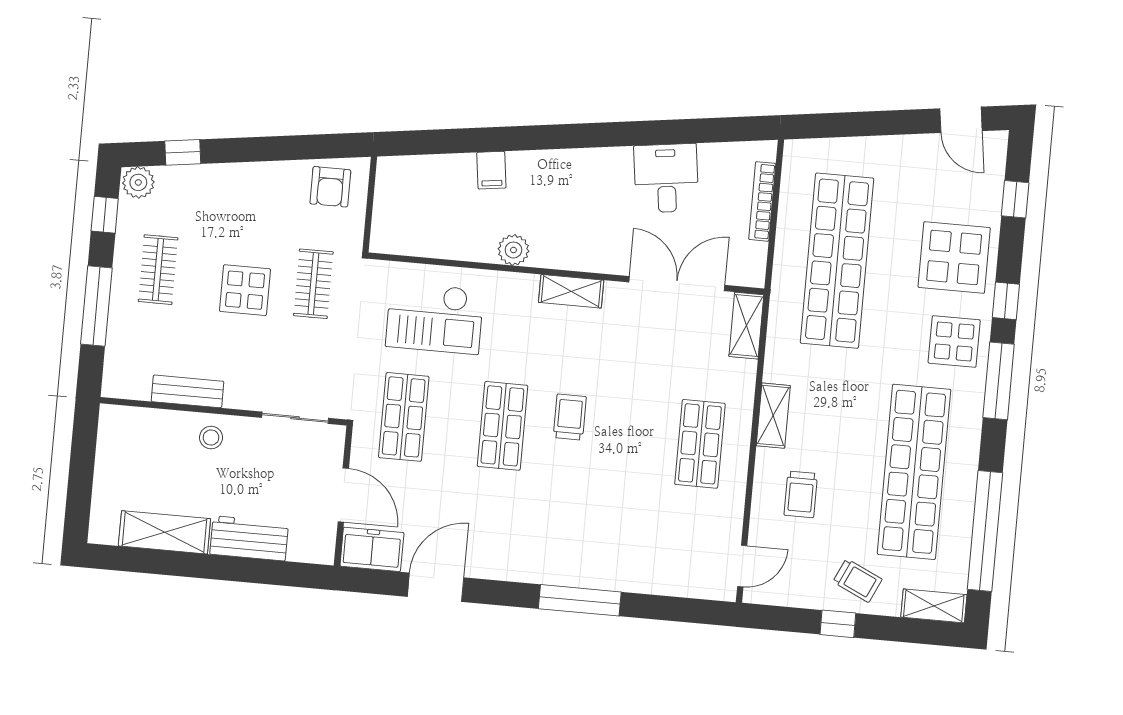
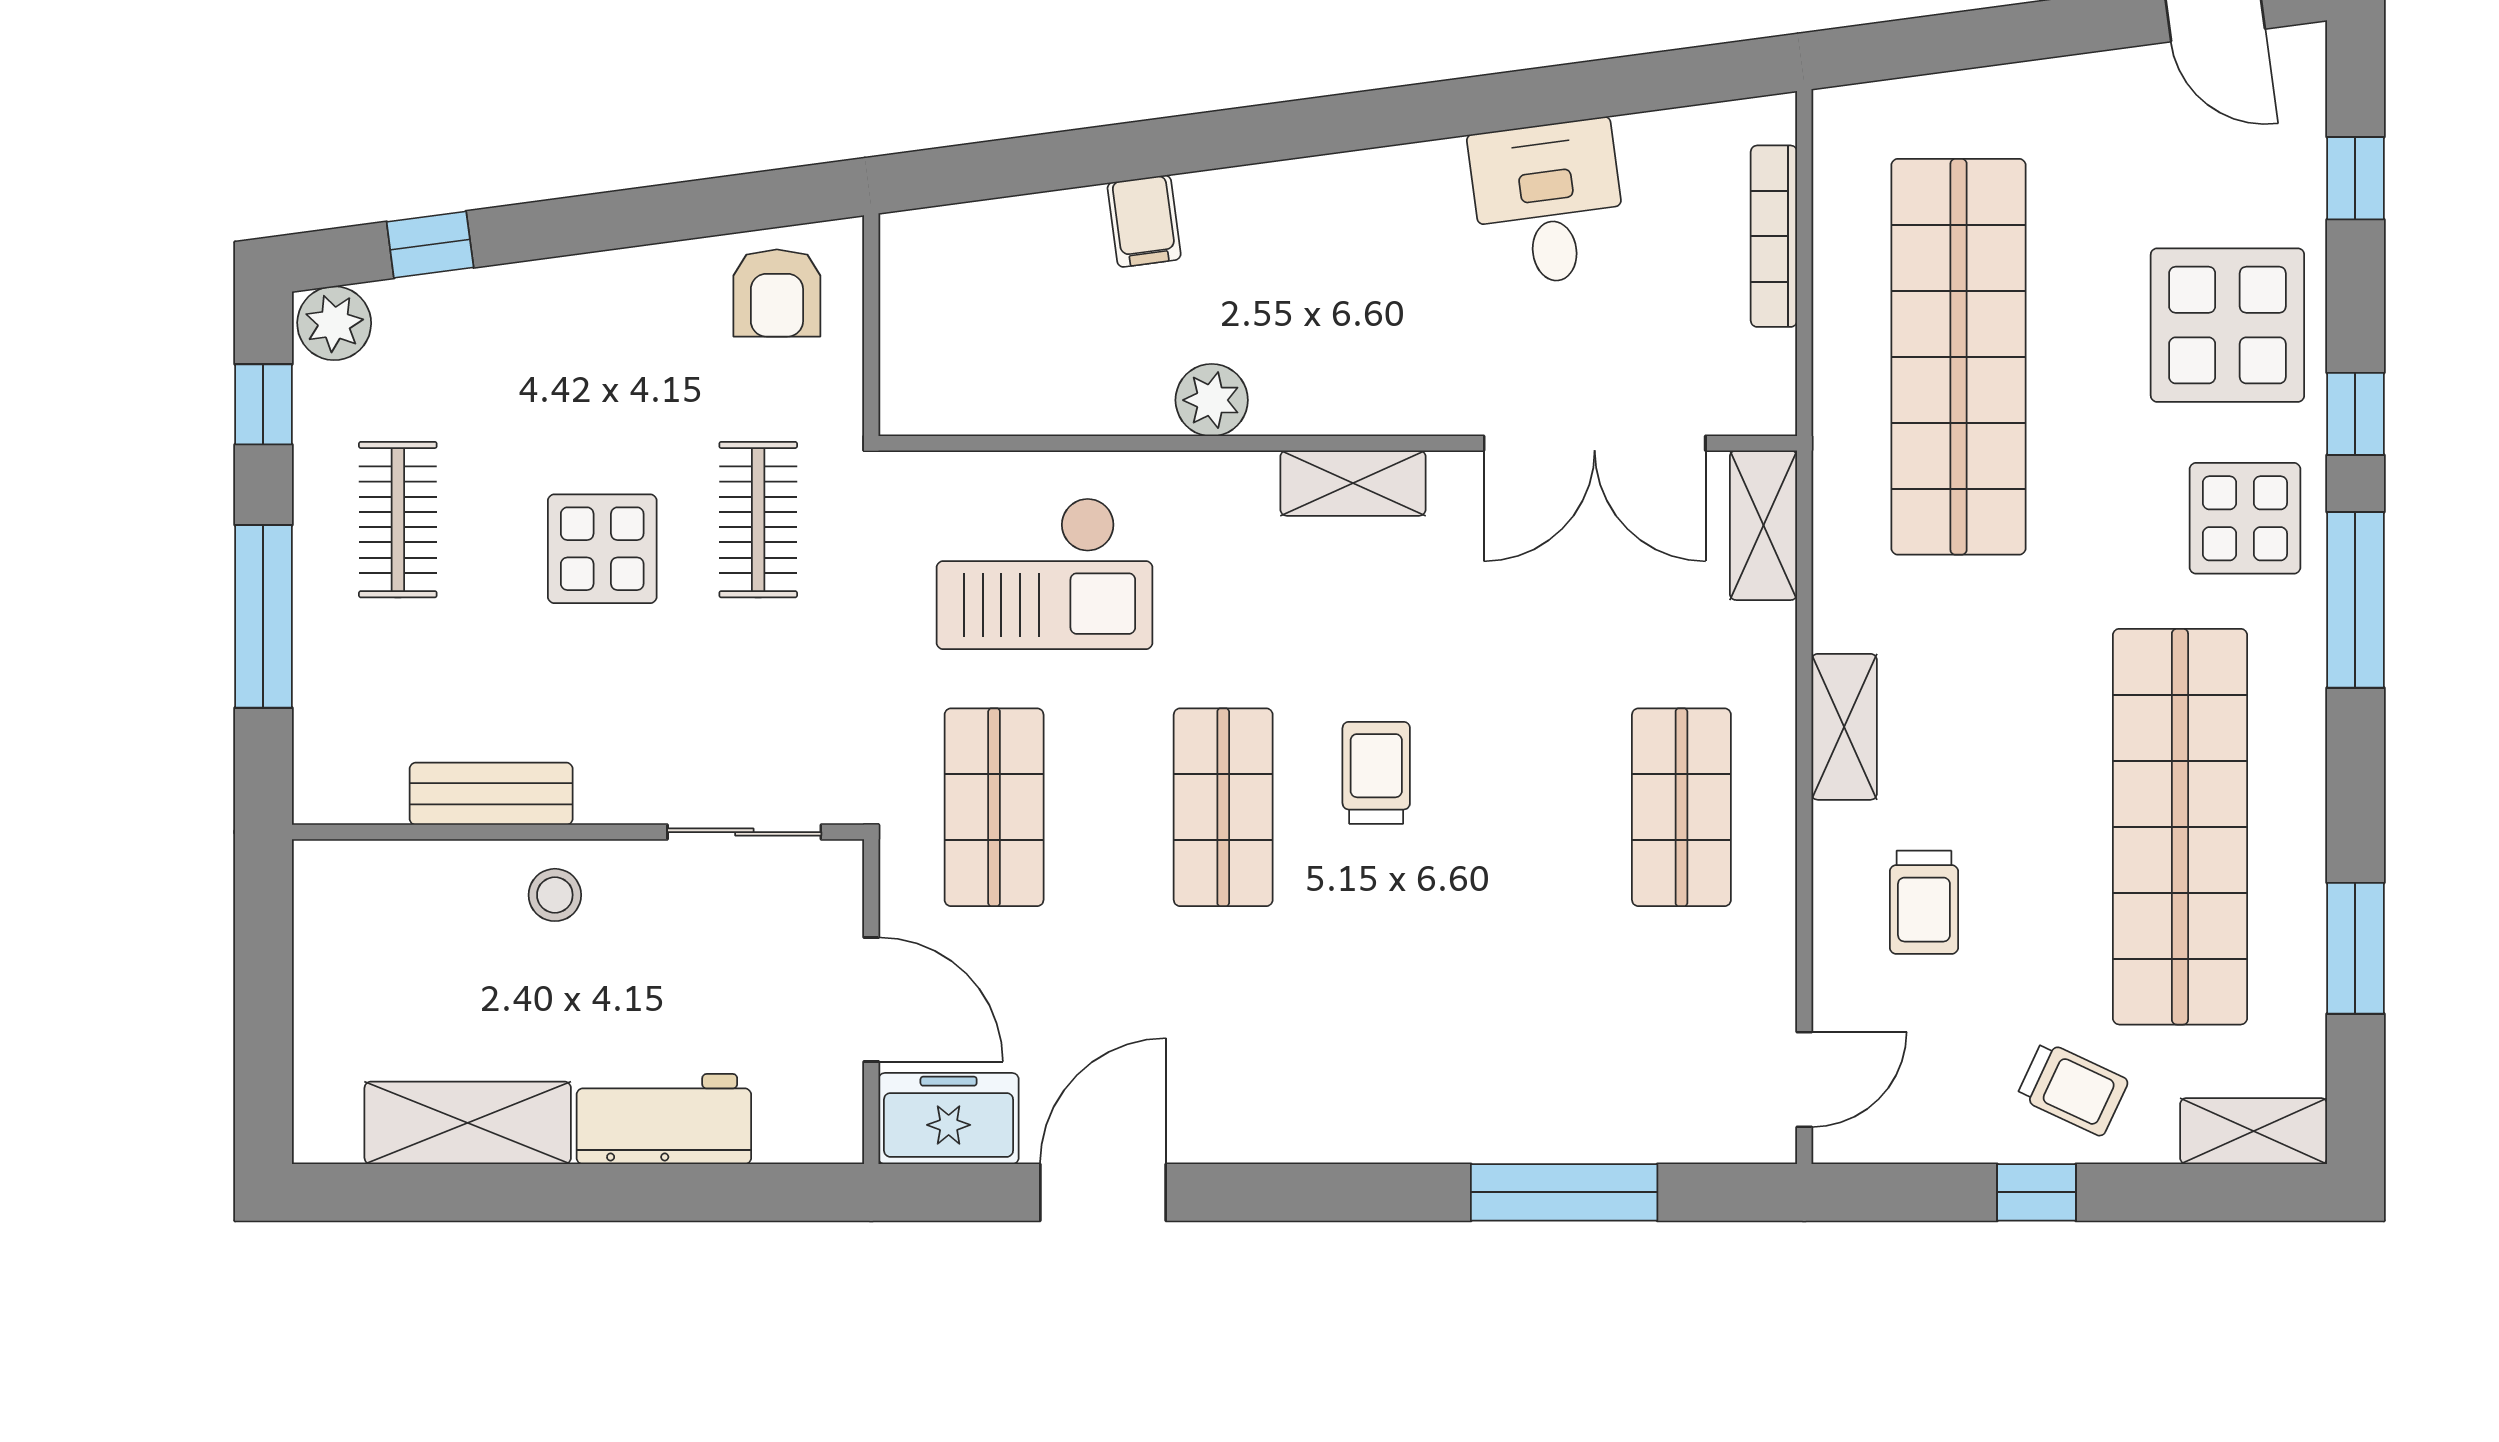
double door: (677, 284) -> (1595, 443), swing flipped
window: (985, 531) -> (2355, 948), width x0.47
window: (580, 600) -> (1564, 1192), moved

